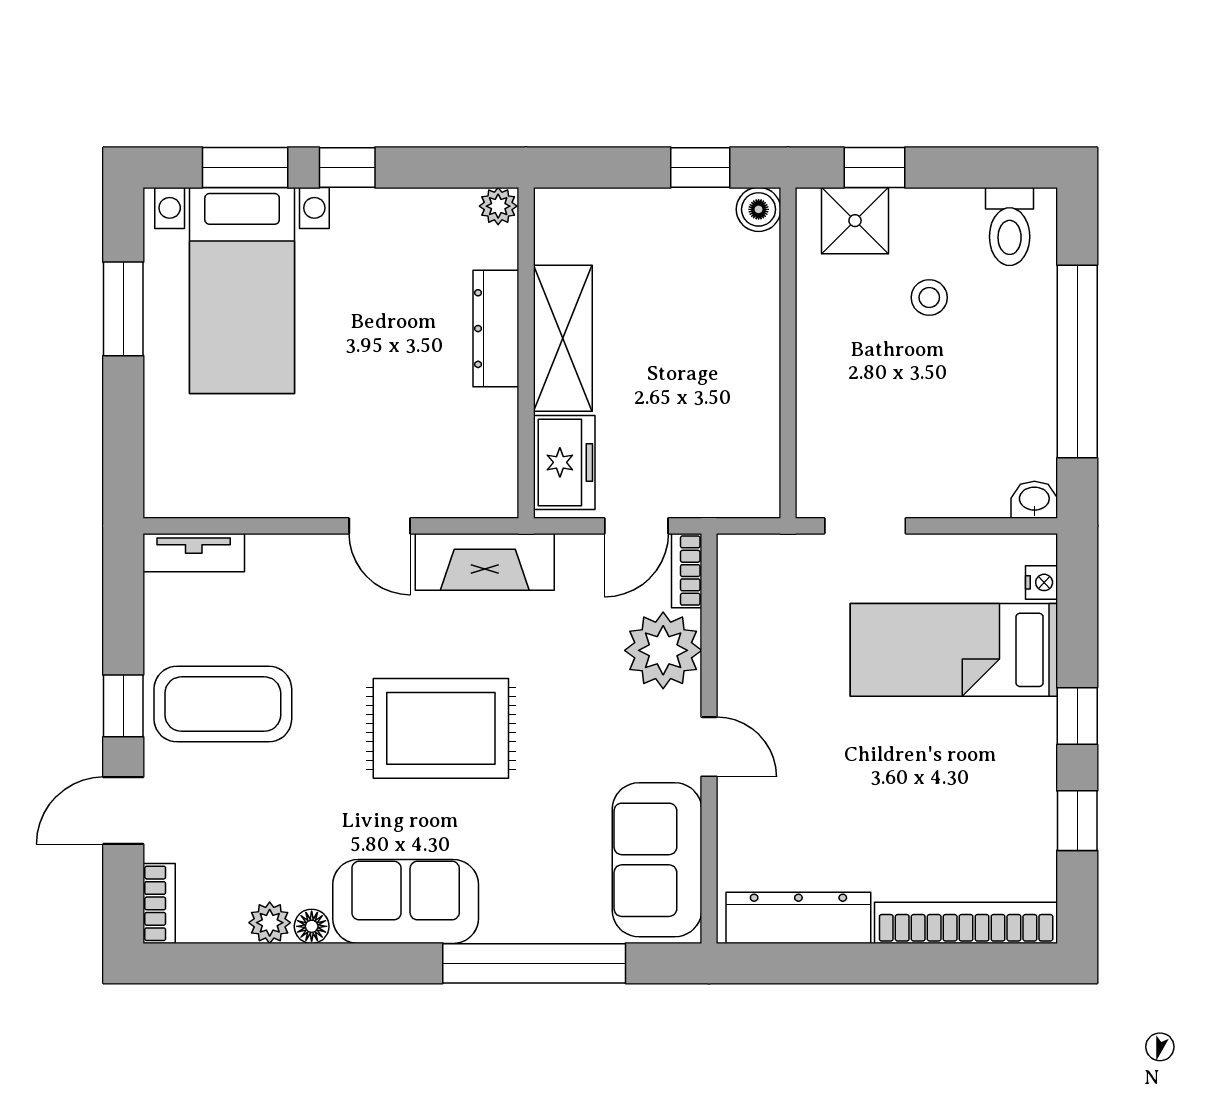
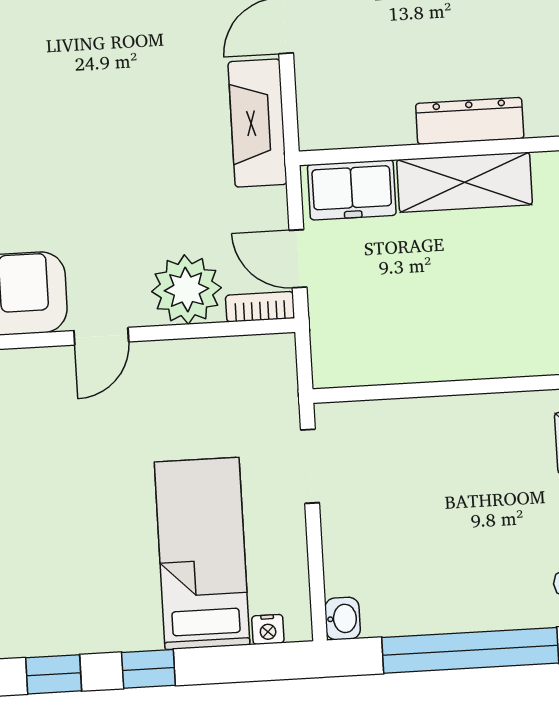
stool: (929, 297) -> (521, 513), removed
rug: (441, 728) -> (104, 92), removed

